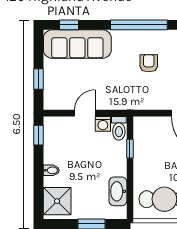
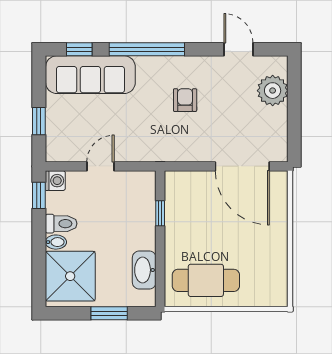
window: (139, 25) -> (147, 49), moved
washing machine: (103, 124) -> (55, 181), moved, turned -90
toilet: (119, 128) -> (61, 224), moved, turned -90
shower: (57, 201) -> (70, 276), width x1.37, depth x1.37

